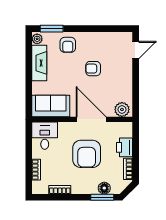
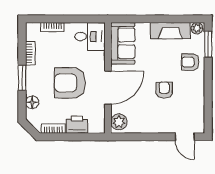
window: (102, 197) -> (22, 78), moved

